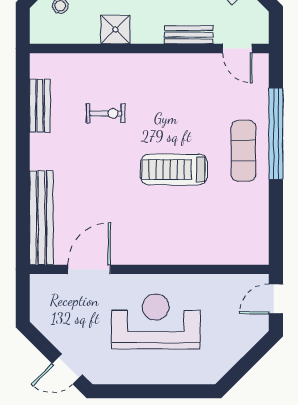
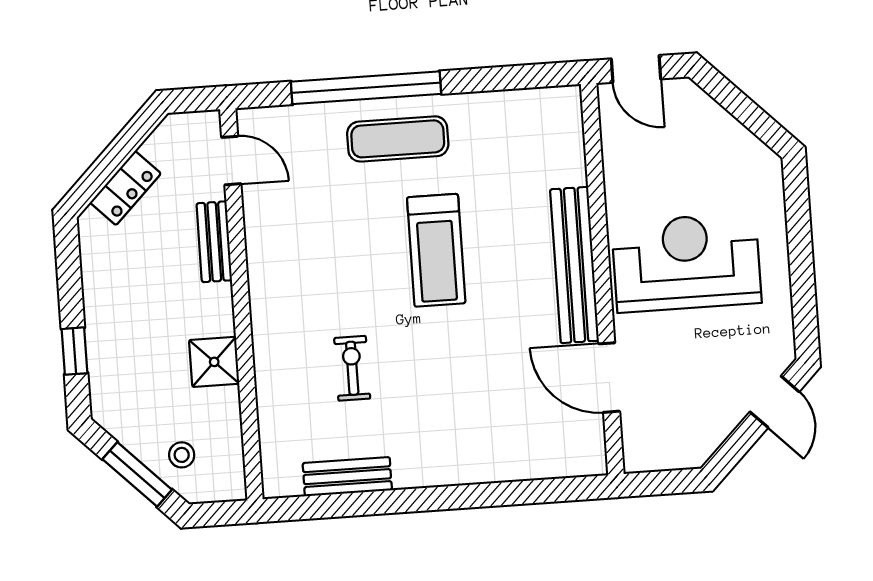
door: (237, 49) -> (231, 161), hinge flipped
bench: (41, 218) -> (574, 265), moved, turned 90
reception desk: (156, 321) -> (686, 263), turned 90

